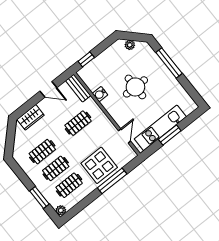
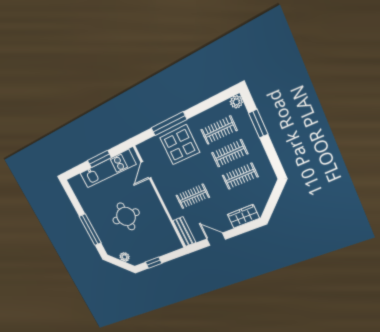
window: (86, 59) -> (154, 263), moved
water cooler: (100, 94) -> (163, 219), removed

